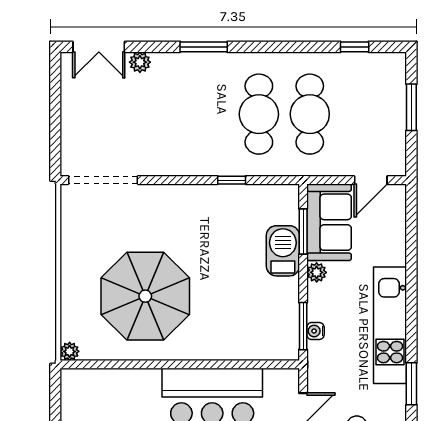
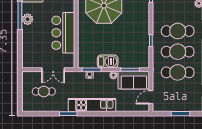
cafe table: (208, 114) -> (178, 31), added
door: (371, 180) -> (151, 97), hinge flipped
barbecue: (283, 251) -> (108, 61), moved

